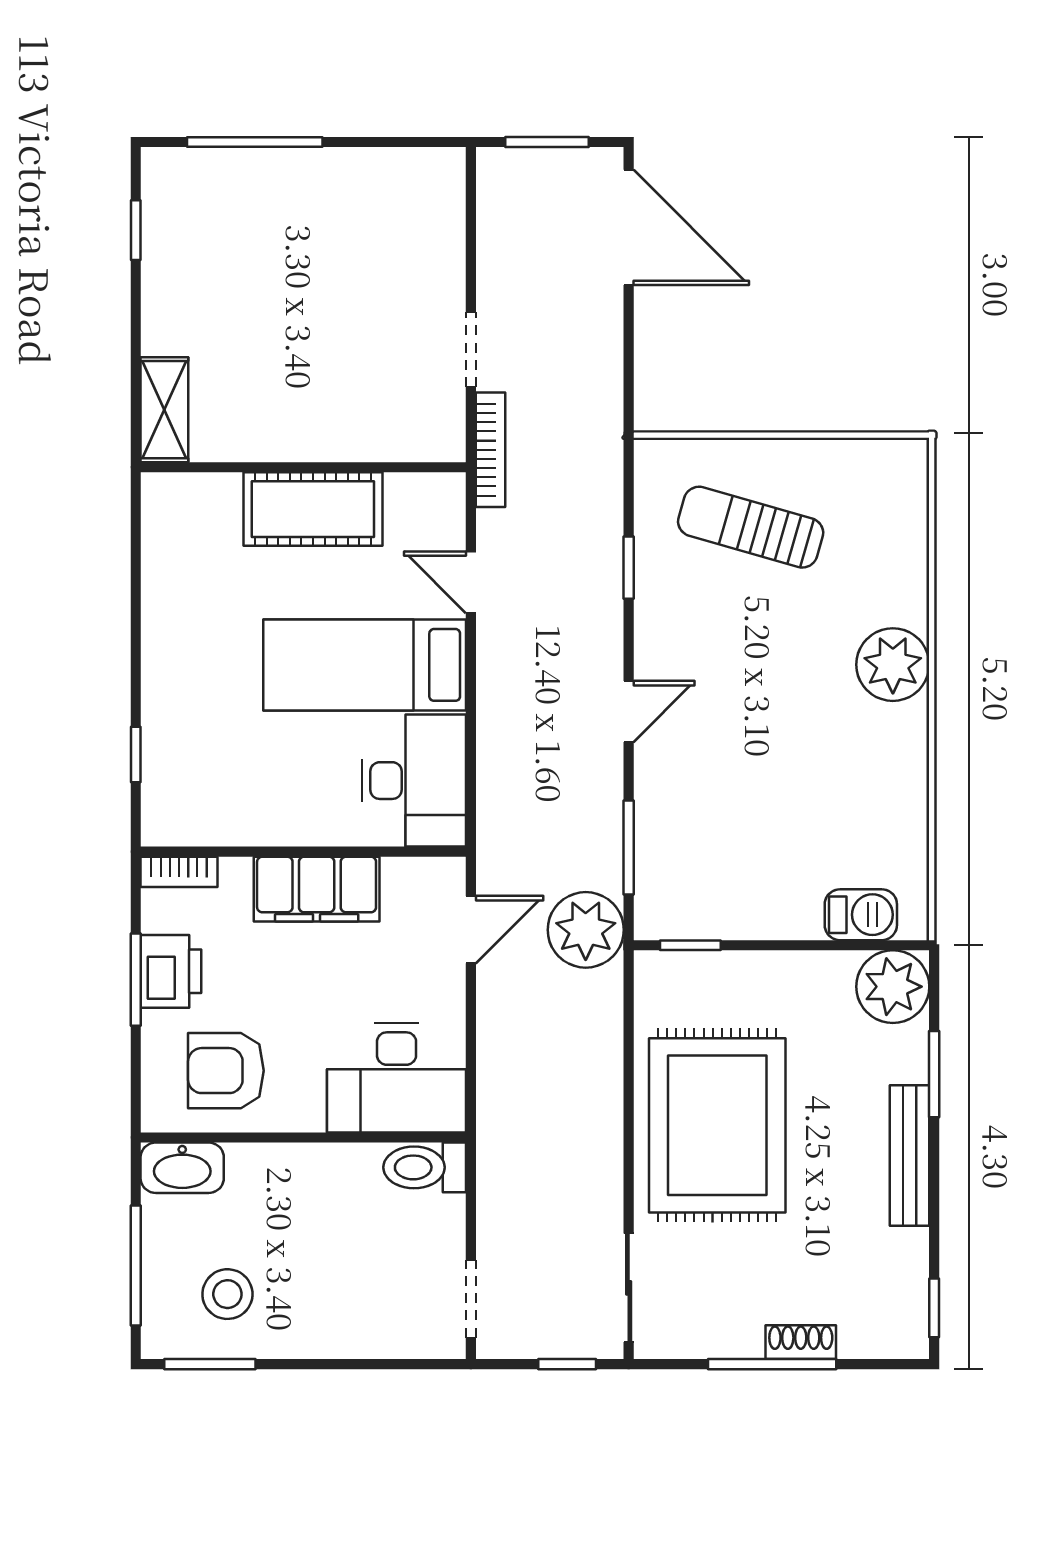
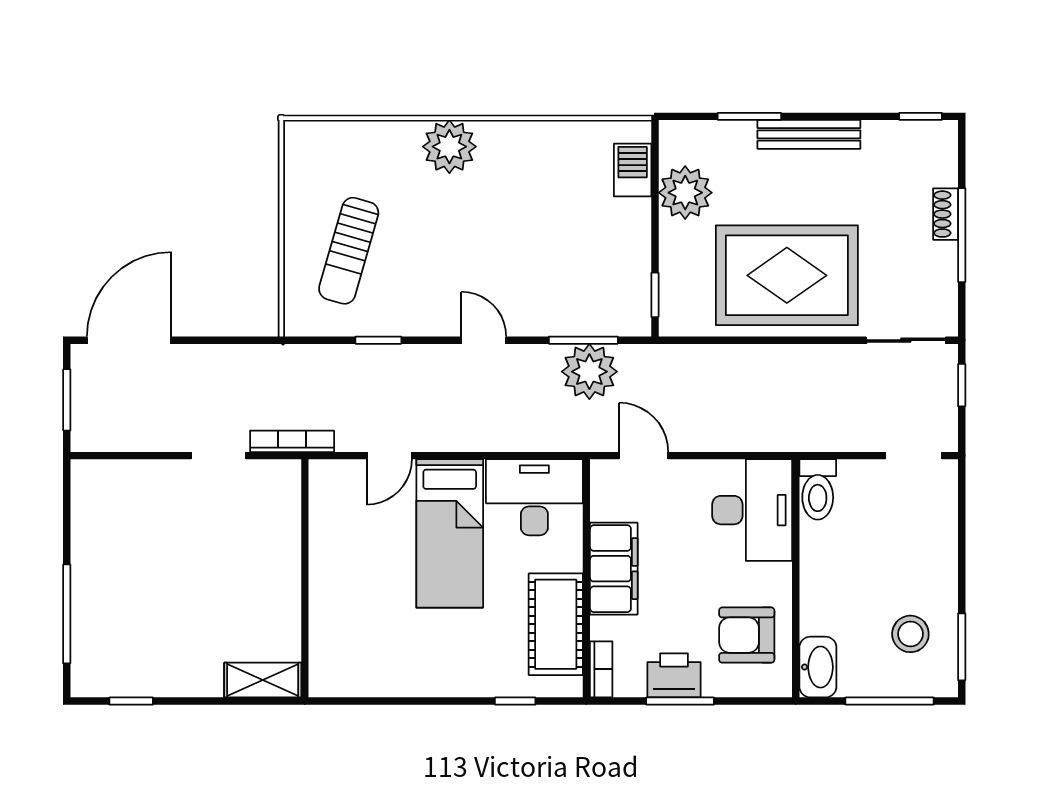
cot: (313, 509) -> (556, 624), moved
plant: (586, 930) -> (589, 372), moved
plant: (893, 987) -> (685, 193), moved
armchair: (226, 1071) -> (747, 635), turned 90

